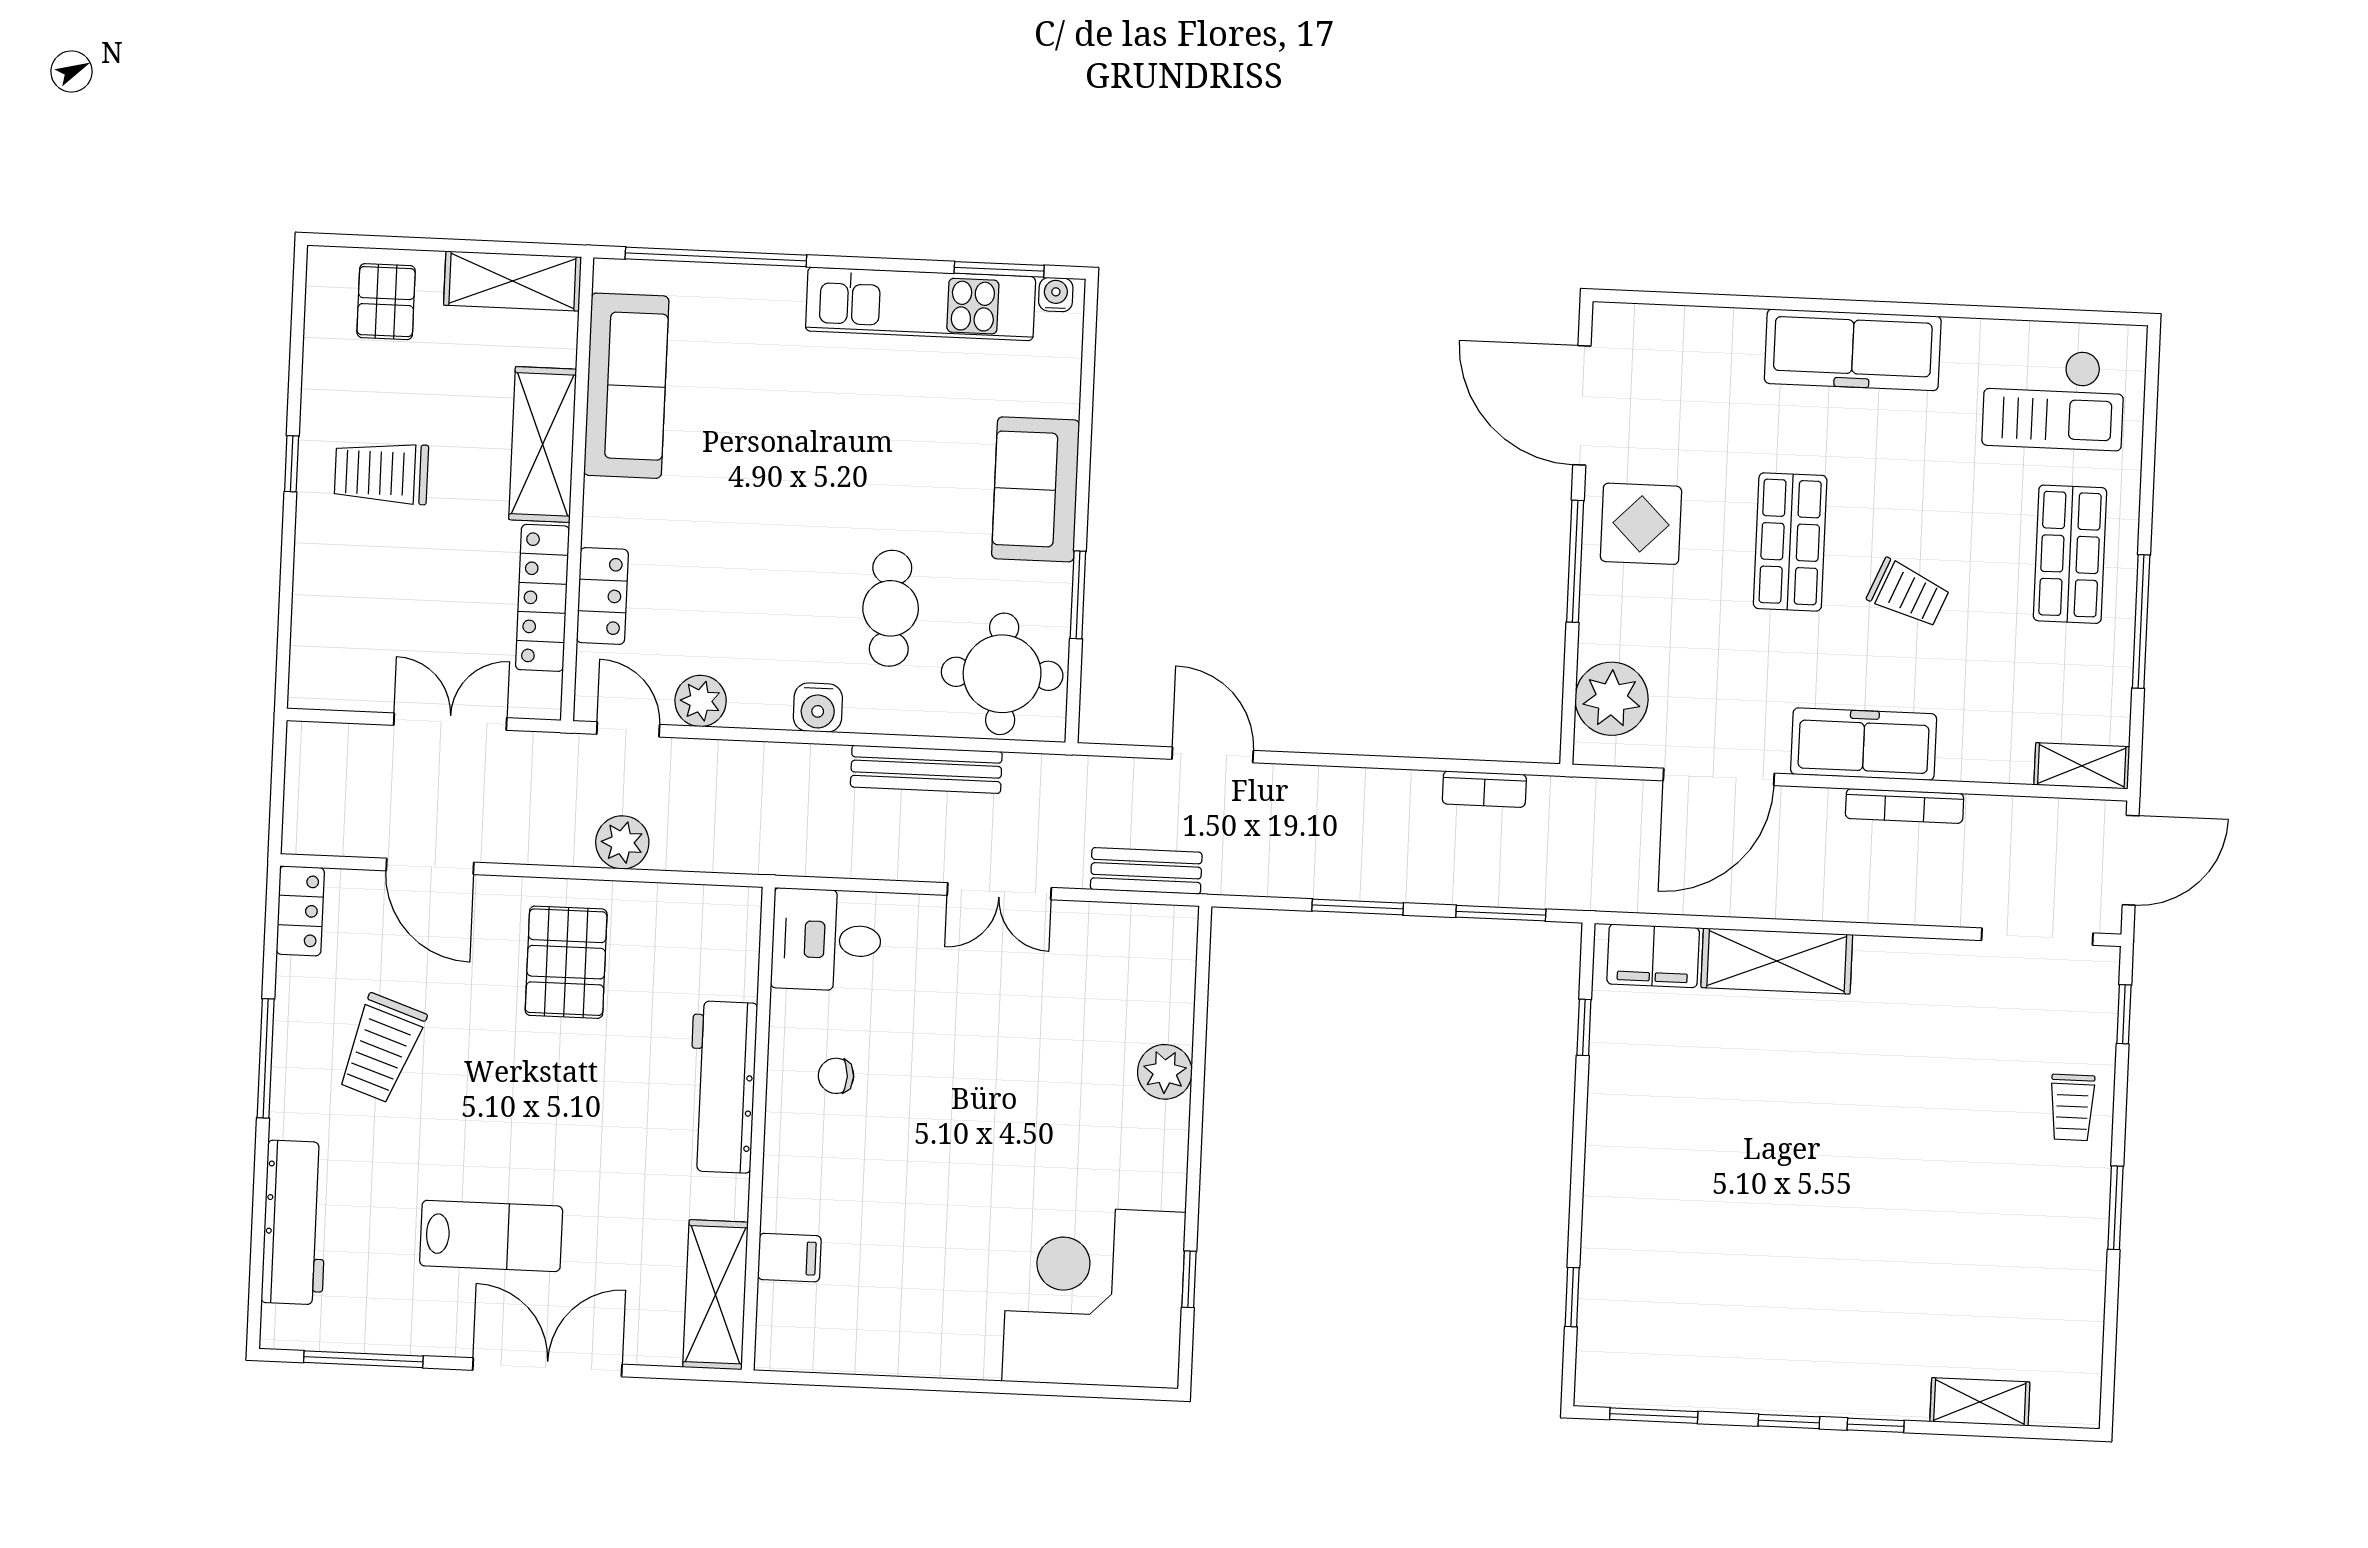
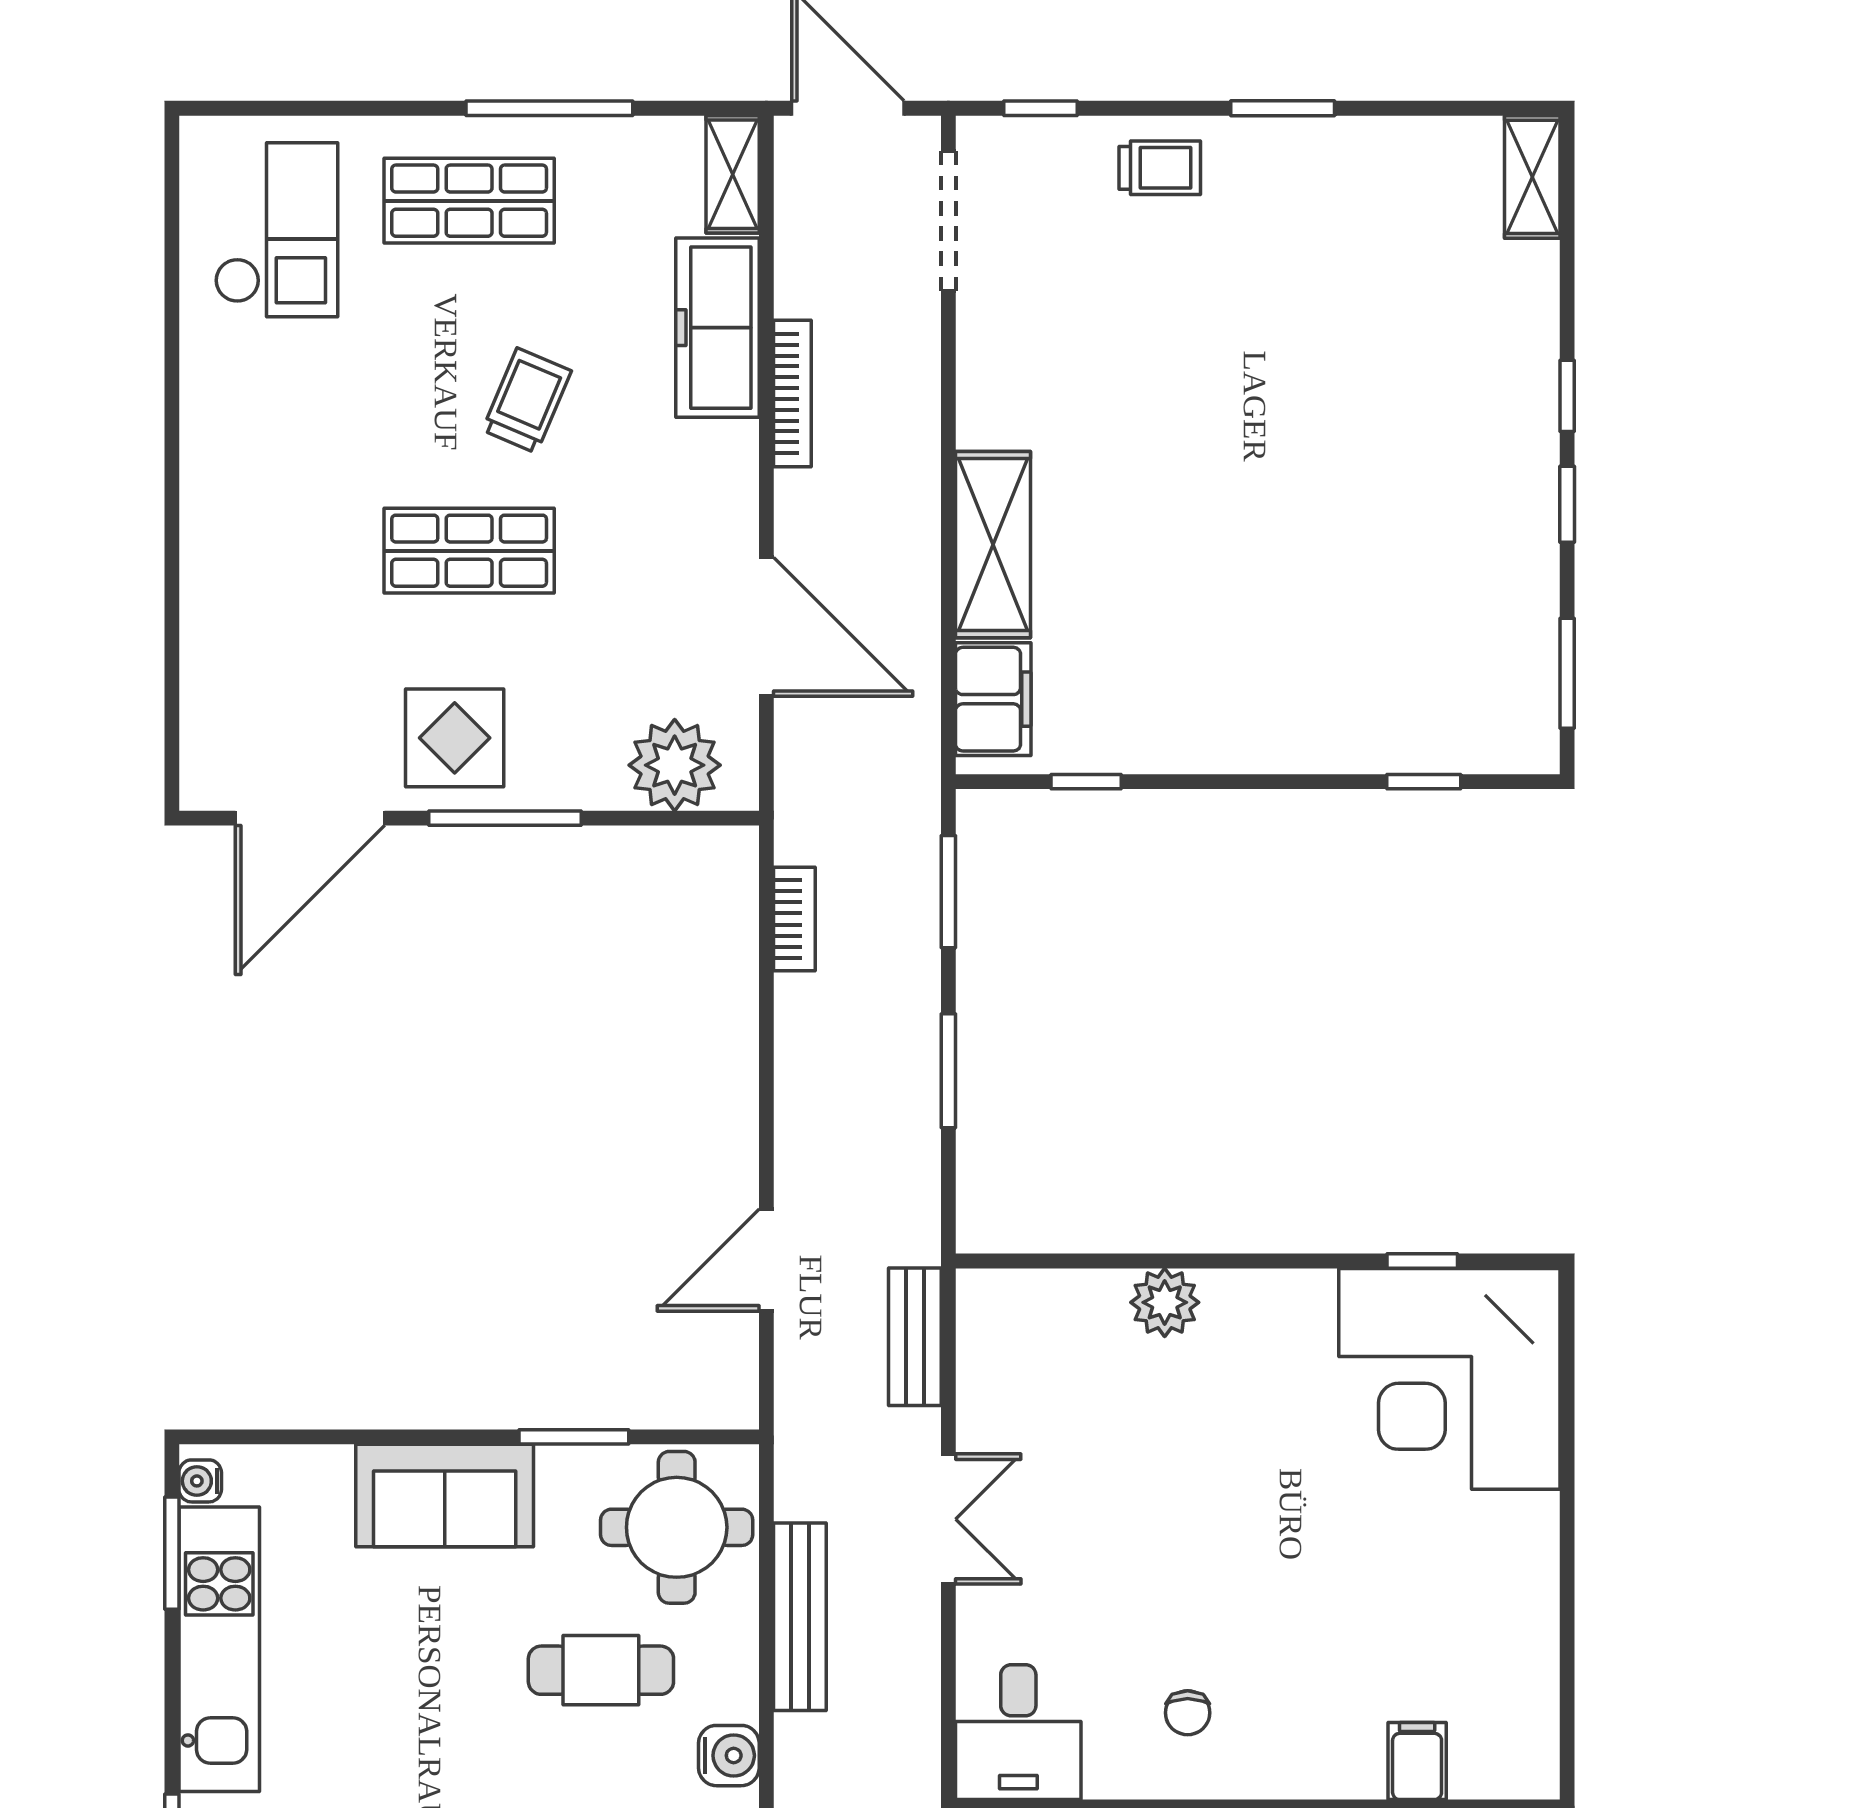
freezer: (1853, 350) -> (226, 483), removed
freezer: (1864, 744) -> (717, 328), moved
shelving: (1980, 1402) -> (1532, 177), moved

